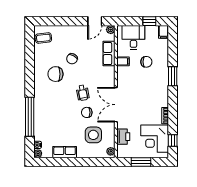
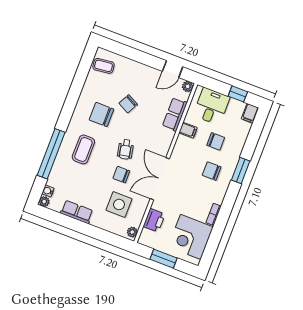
chair: (152, 85) -> (212, 171), added
coffee table: (52, 105) -> (83, 149), added
window: (173, 140) -> (211, 247), removed

